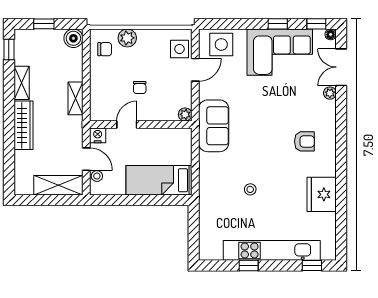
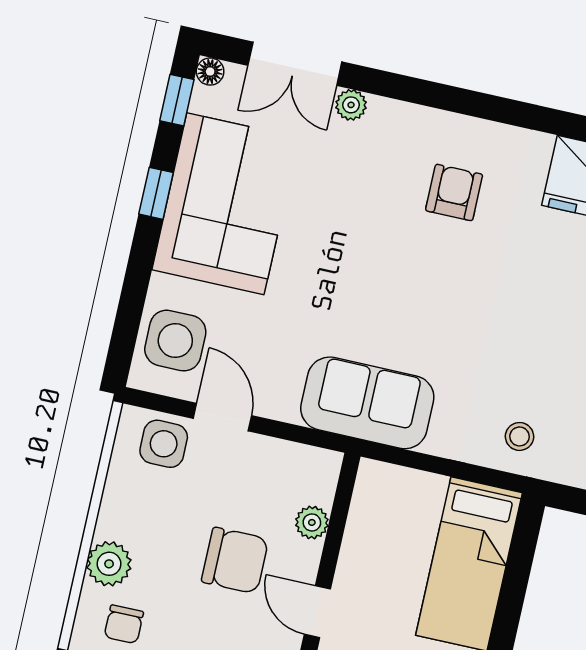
chair: (105, 49) -> (124, 624), turned 180
chair: (140, 87) -> (235, 560), width x1.87, depth x1.87
plant: (185, 114) -> (312, 522), moved
stool: (250, 189) -> (520, 436), moved

